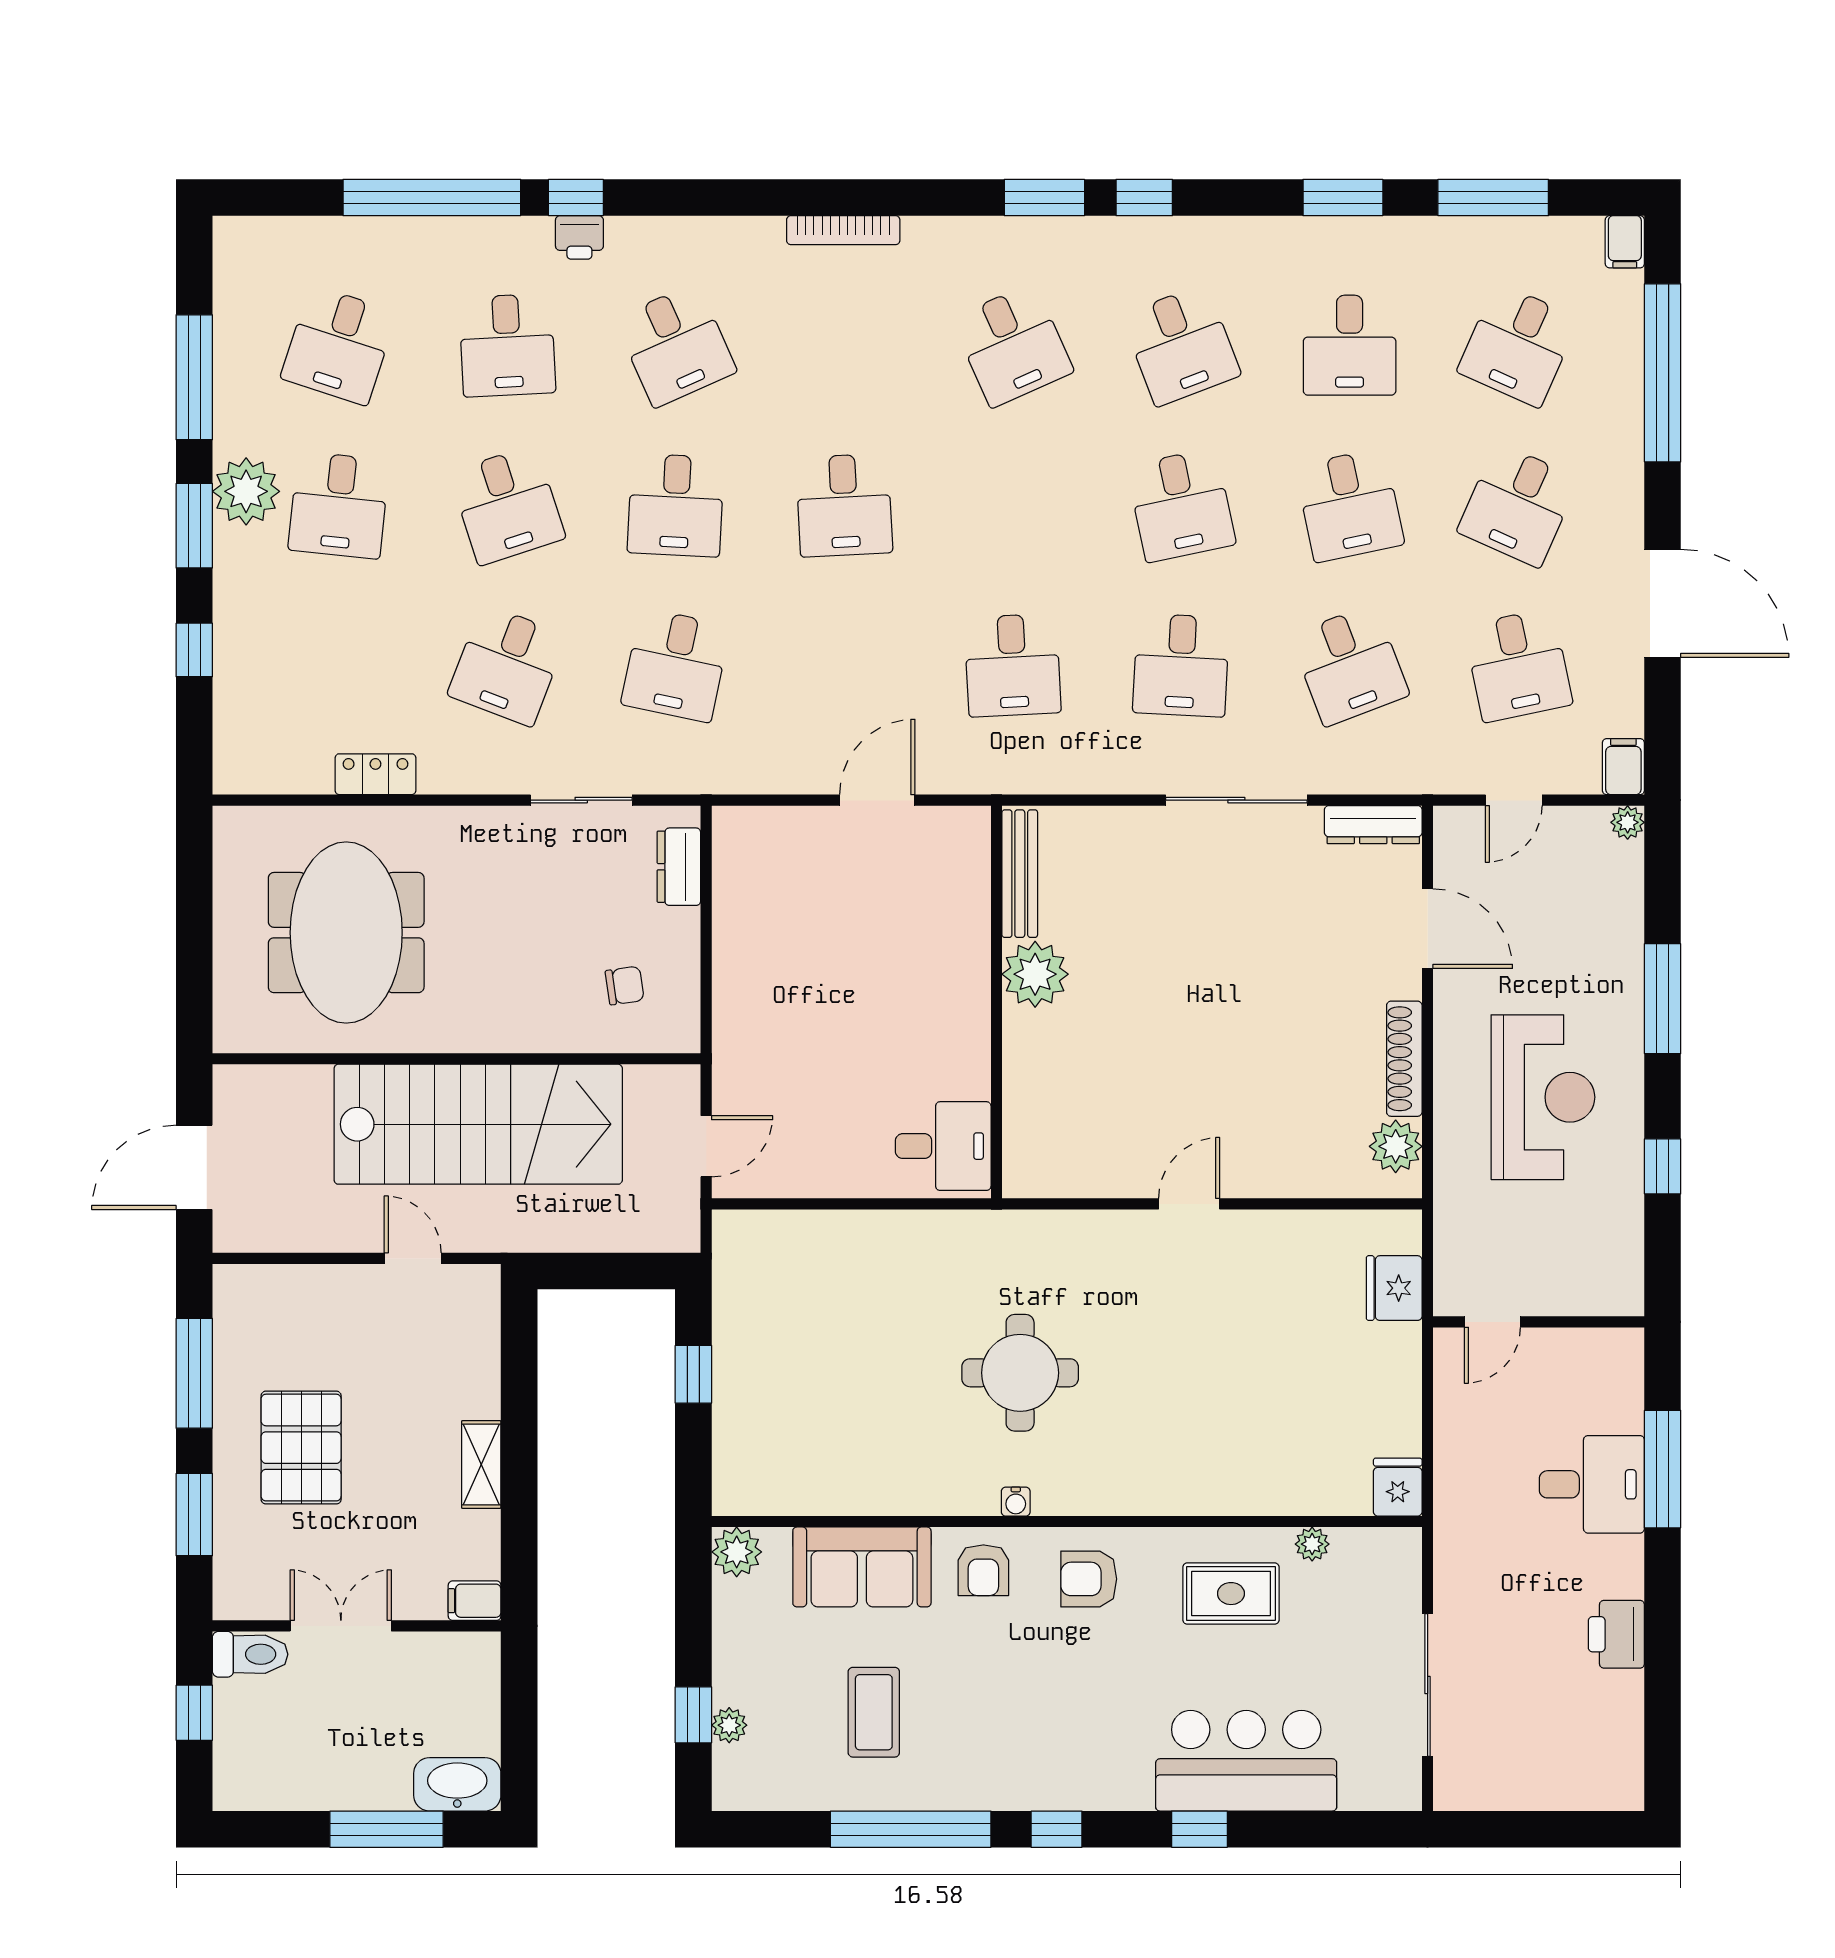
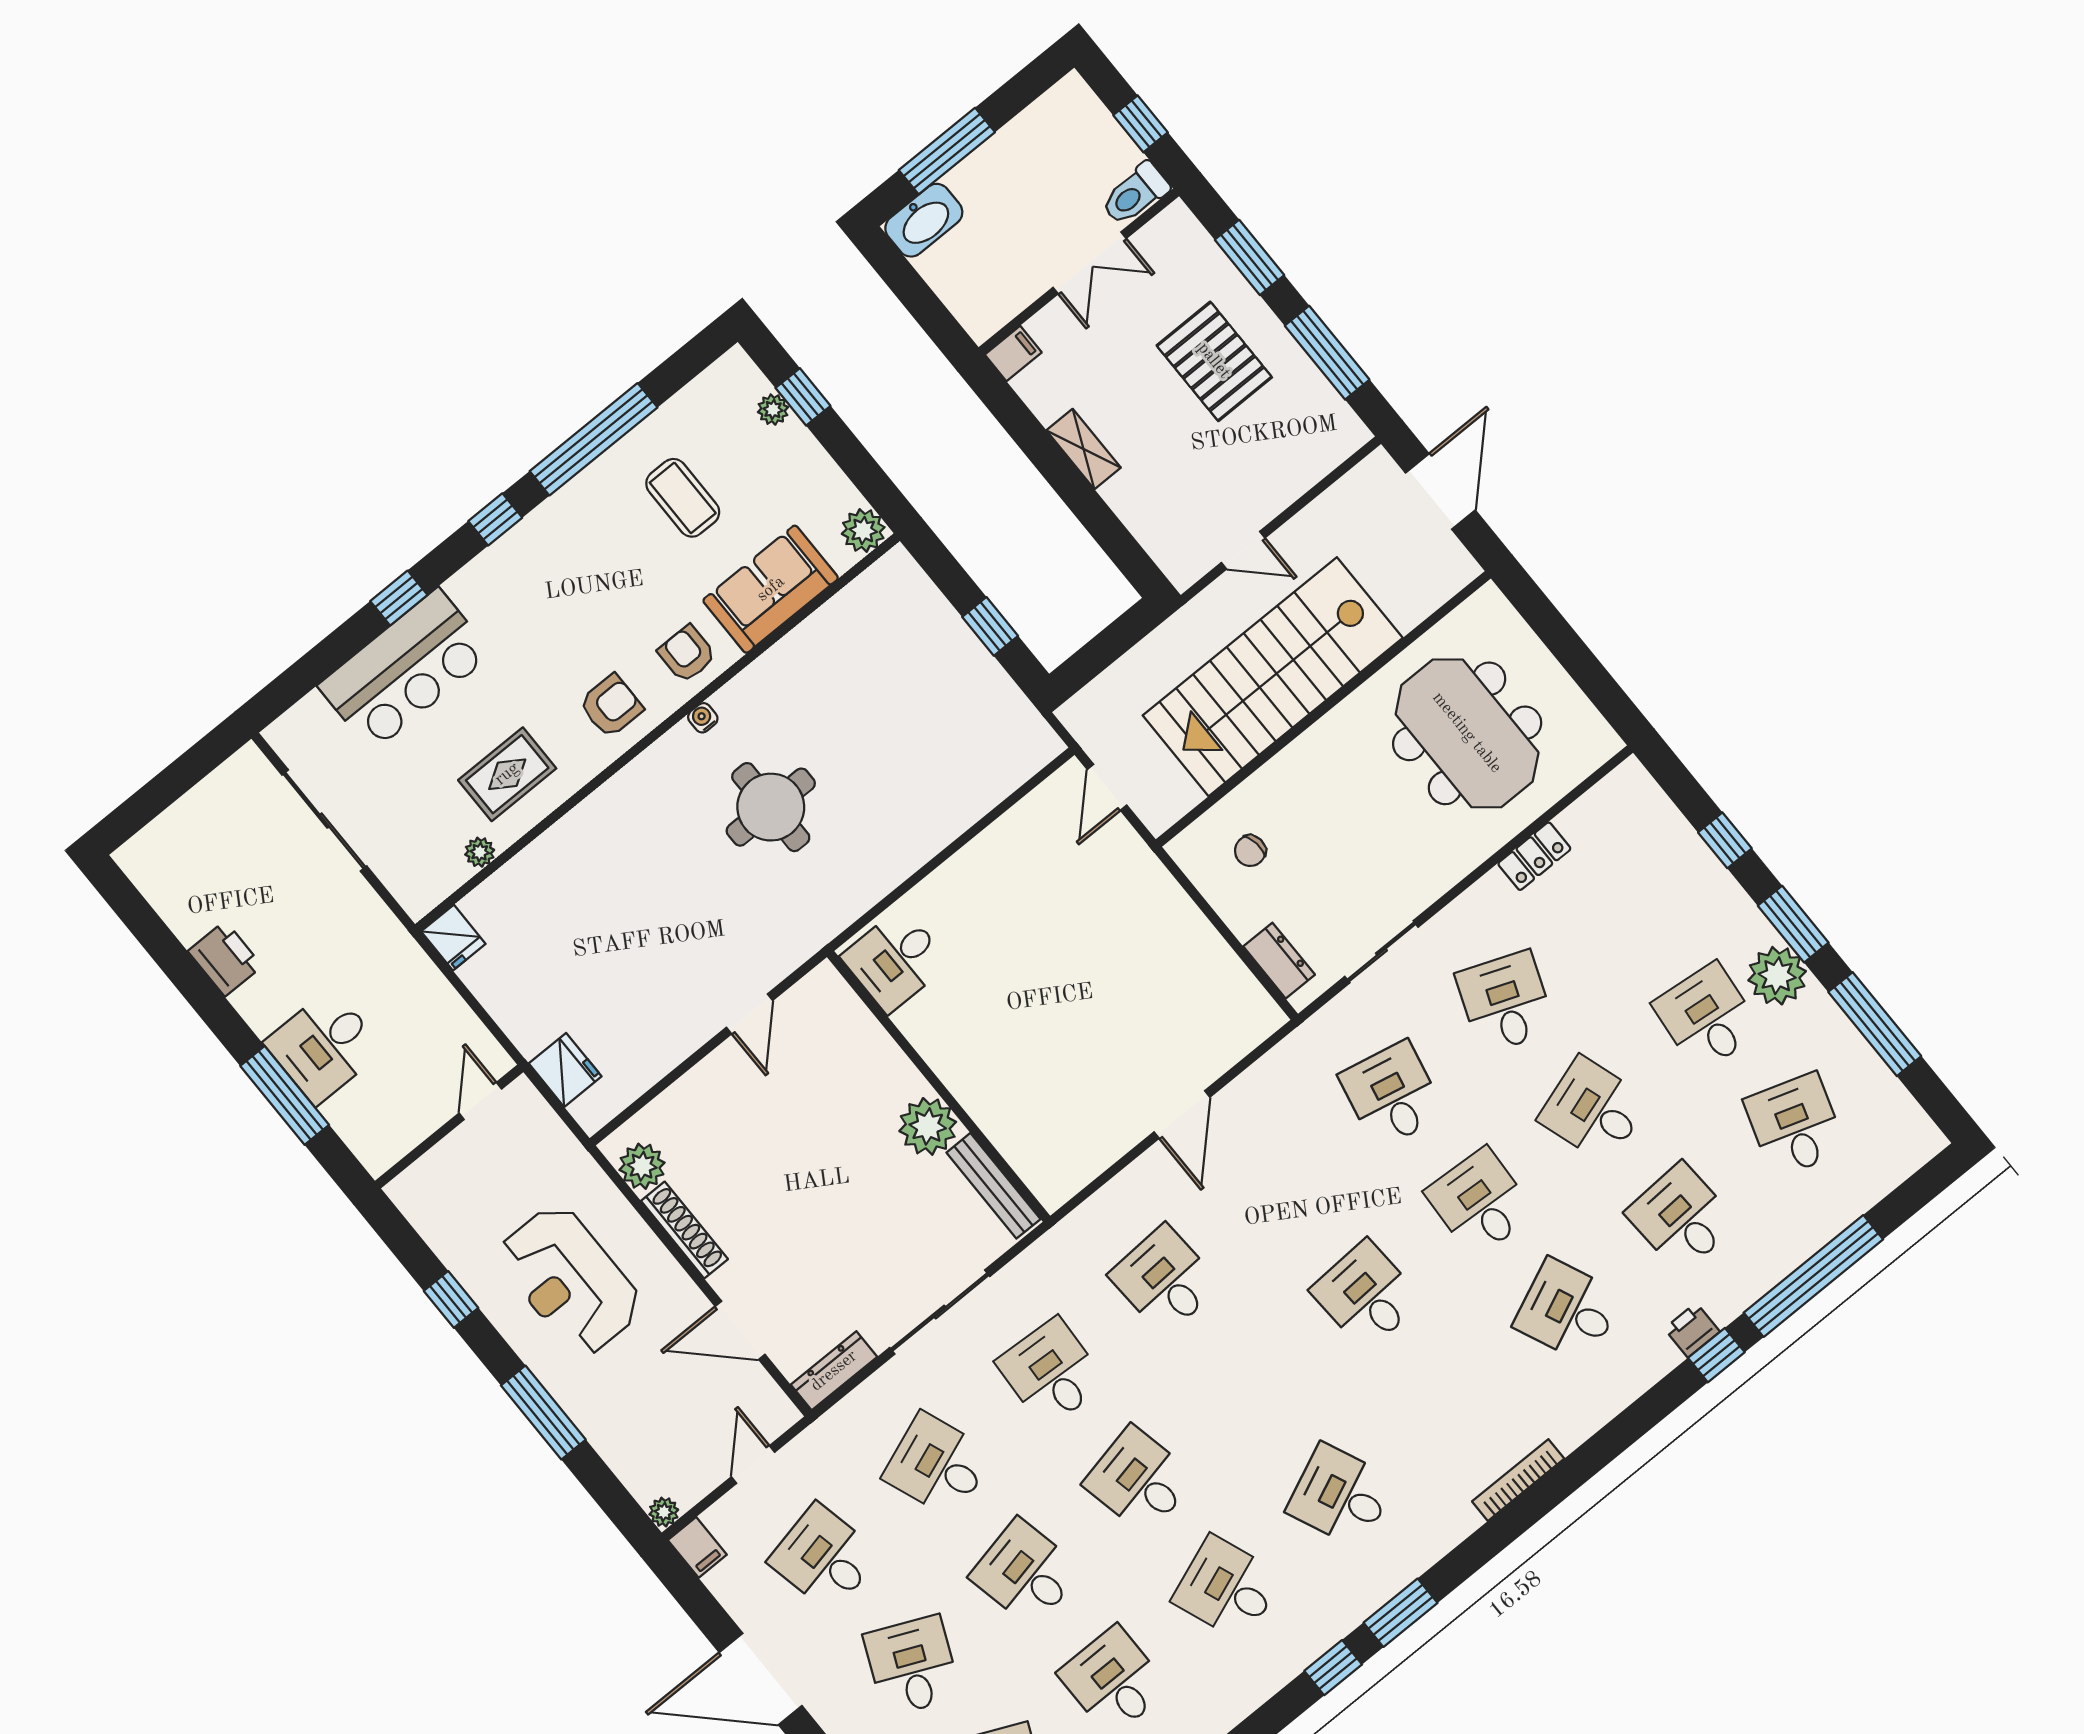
bench: (1020, 874) -> (993, 1186), moved
plant: (1035, 974) -> (928, 1126), moved
wall: (996, 1002) -> (939, 1086), moved
desk: (943, 1146) -> (895, 960), moved

